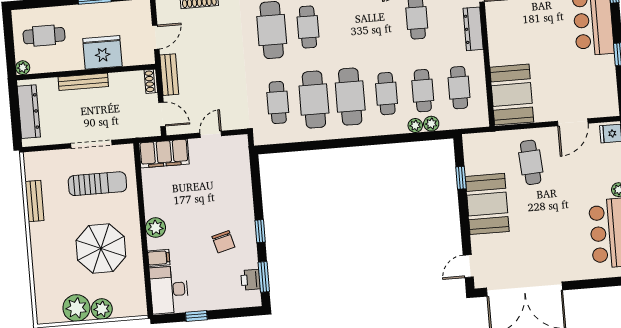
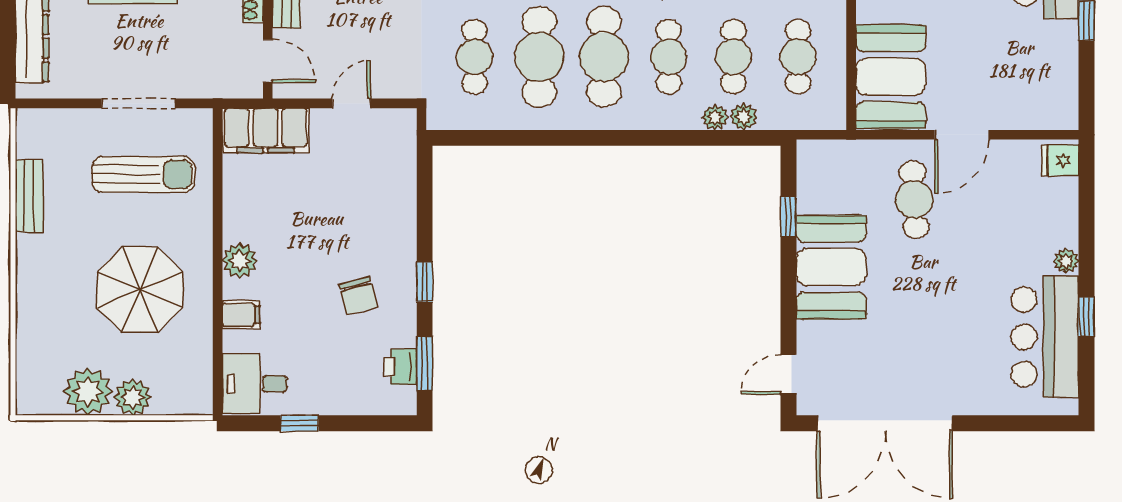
door: (573, 122) -> (962, 135), moved
desk: (169, 290) -> (255, 384), width x0.73

